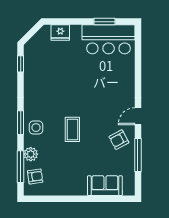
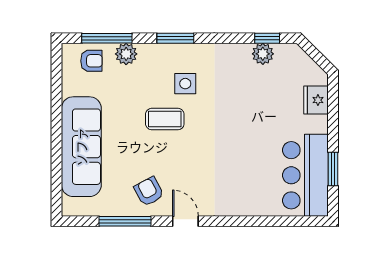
plant: (31, 67) -> (263, 54), added
side table: (36, 128) -> (185, 84), moved
armchair: (35, 176) -> (91, 61), turned -82
sofa: (105, 186) -> (81, 147), width x1.85, depth x1.27

